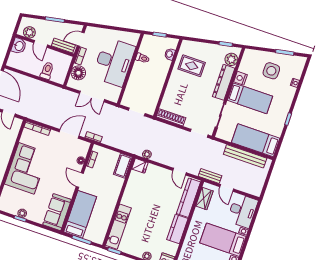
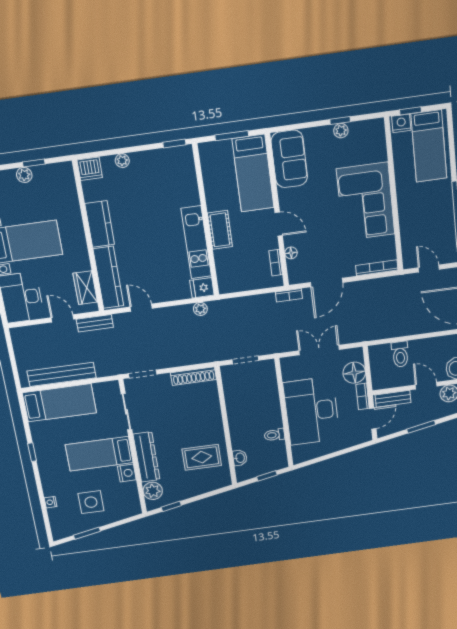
cot: (123, 166) -> (220, 230), moved
kitchen unit: (118, 227) -> (196, 242), moved

